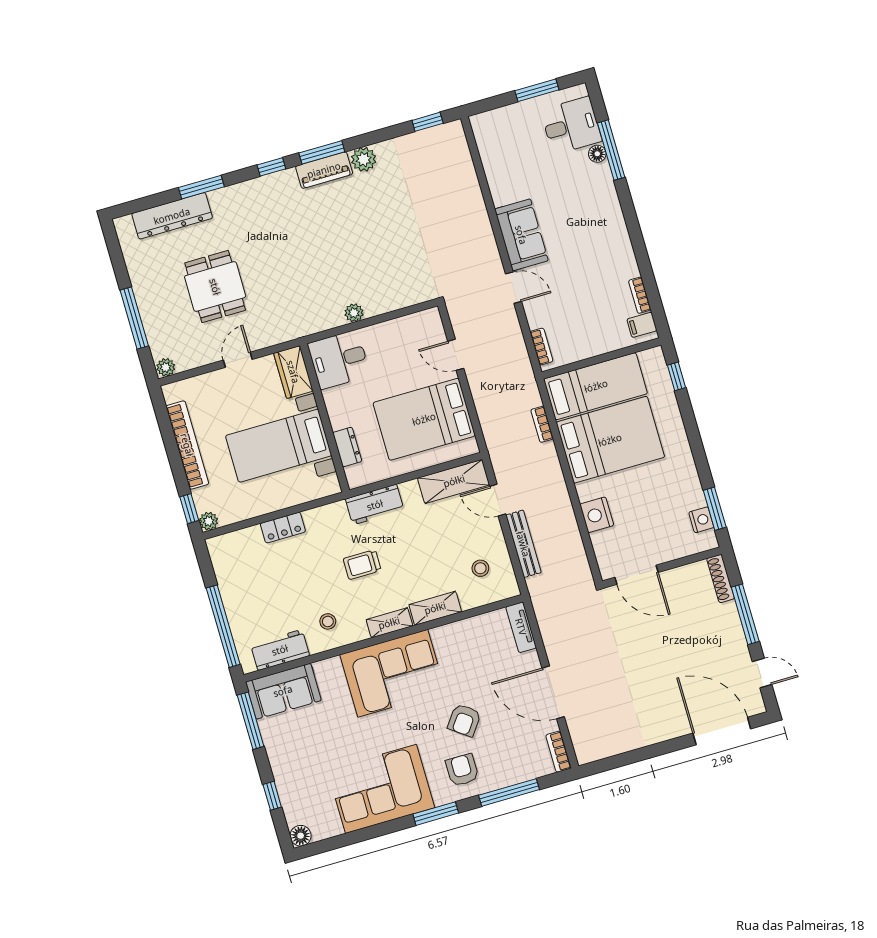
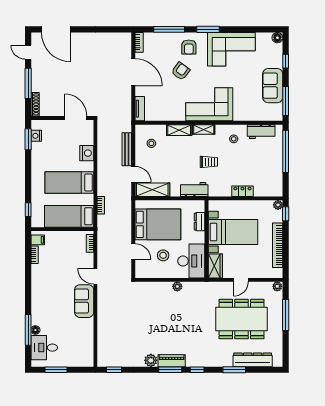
dining table: (215, 287) -> (242, 319), width x1.88, depth x1.24
desk: (339, 360) -> (191, 261), width x1.37
stool: (397, 364) -> (163, 255), added
bed: (610, 440) -> (69, 183), width x0.67
sofa: (283, 691) -> (273, 86), moved, turned -90

